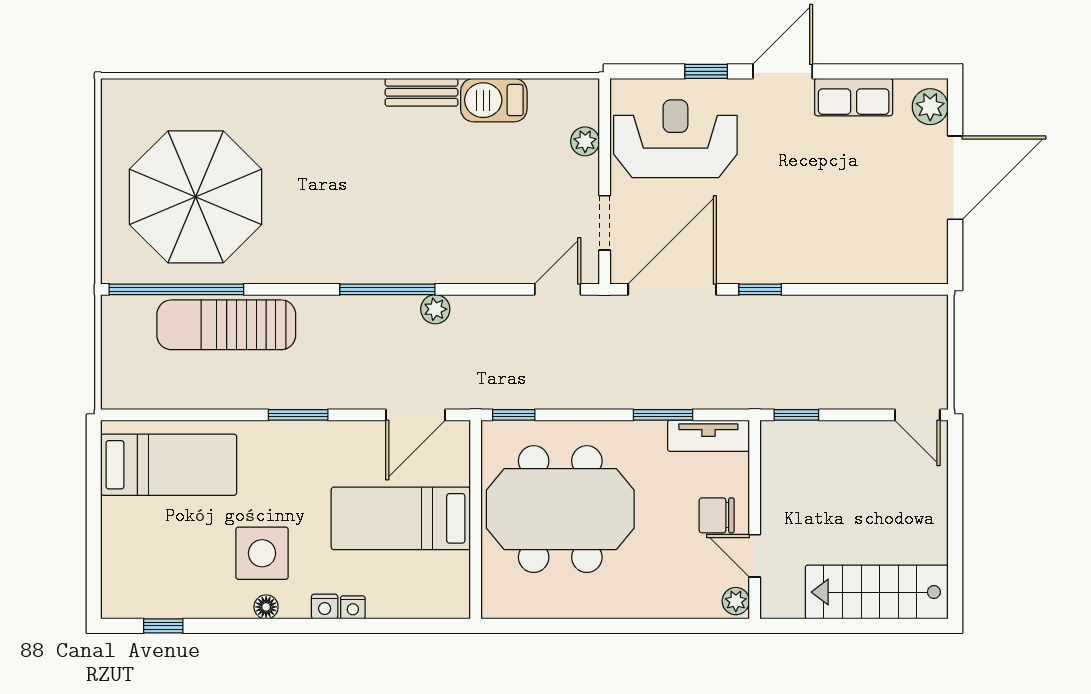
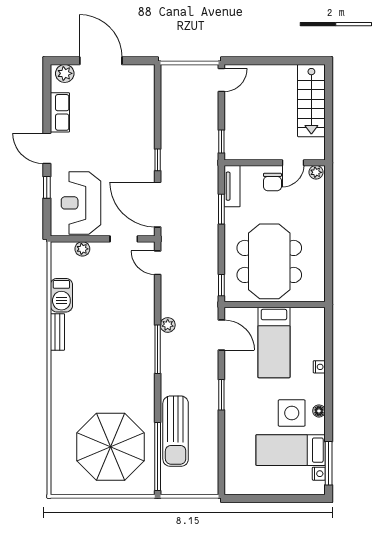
bed: (169, 465) -> (291, 450), moved, turned -90
nightstand: (325, 607) -> (319, 474), moved
window: (163, 626) -> (329, 463), width x2.17

